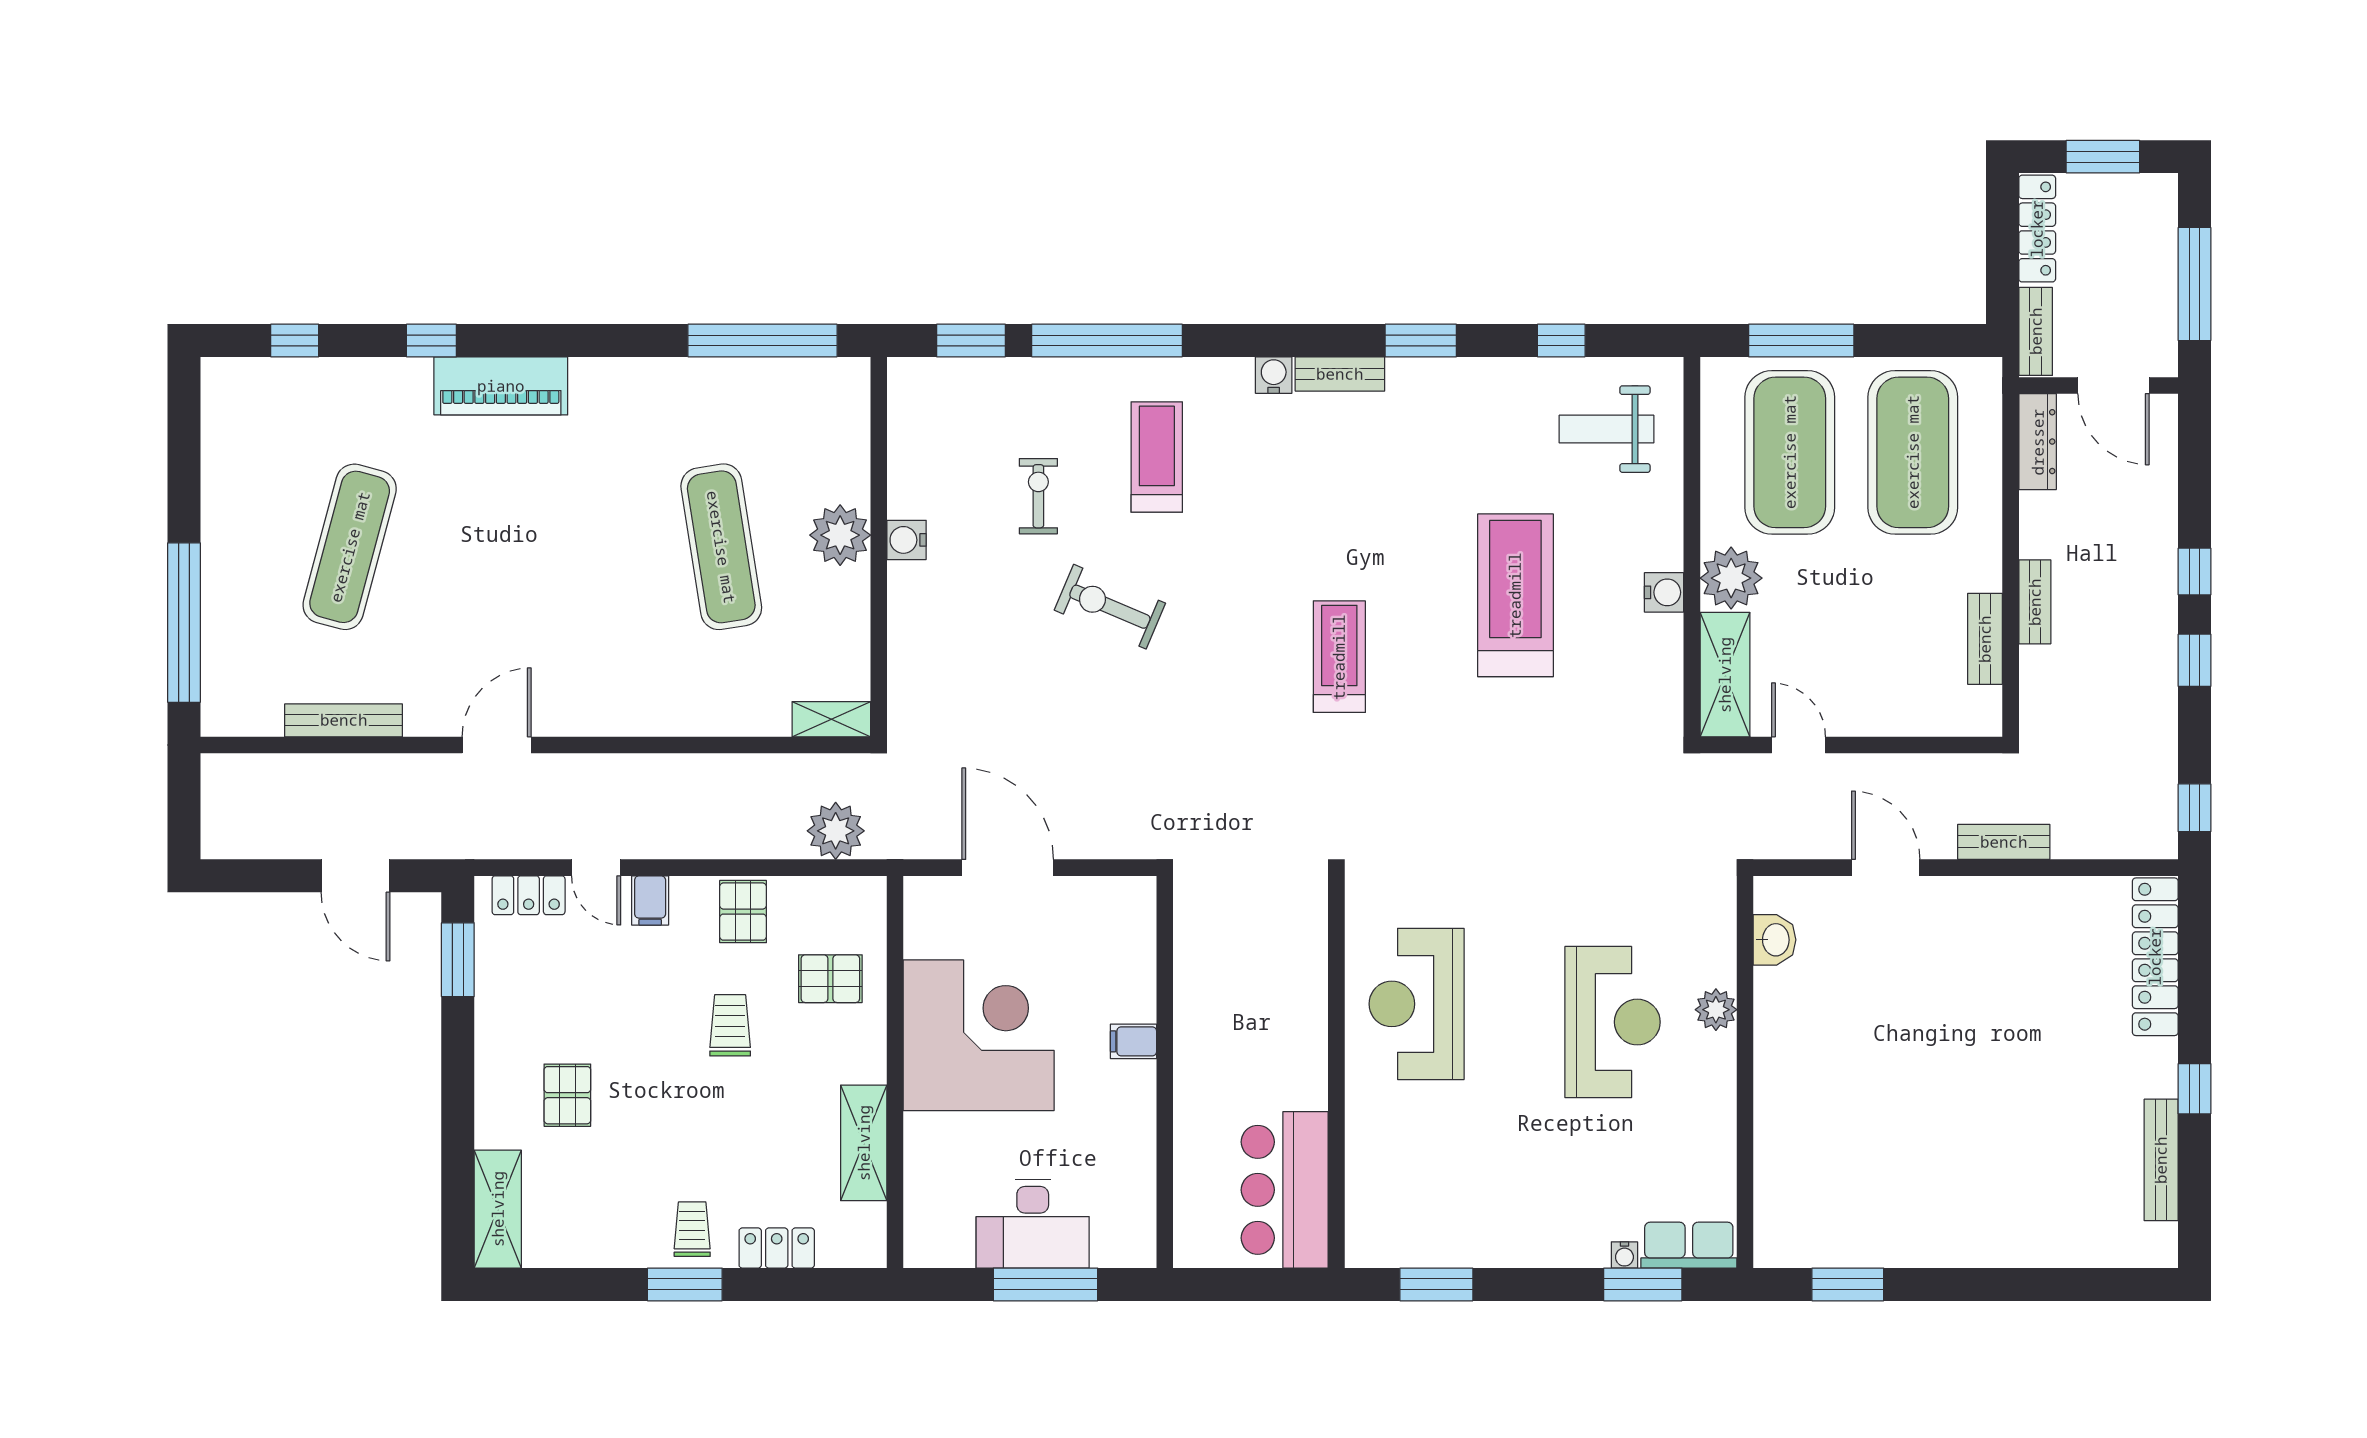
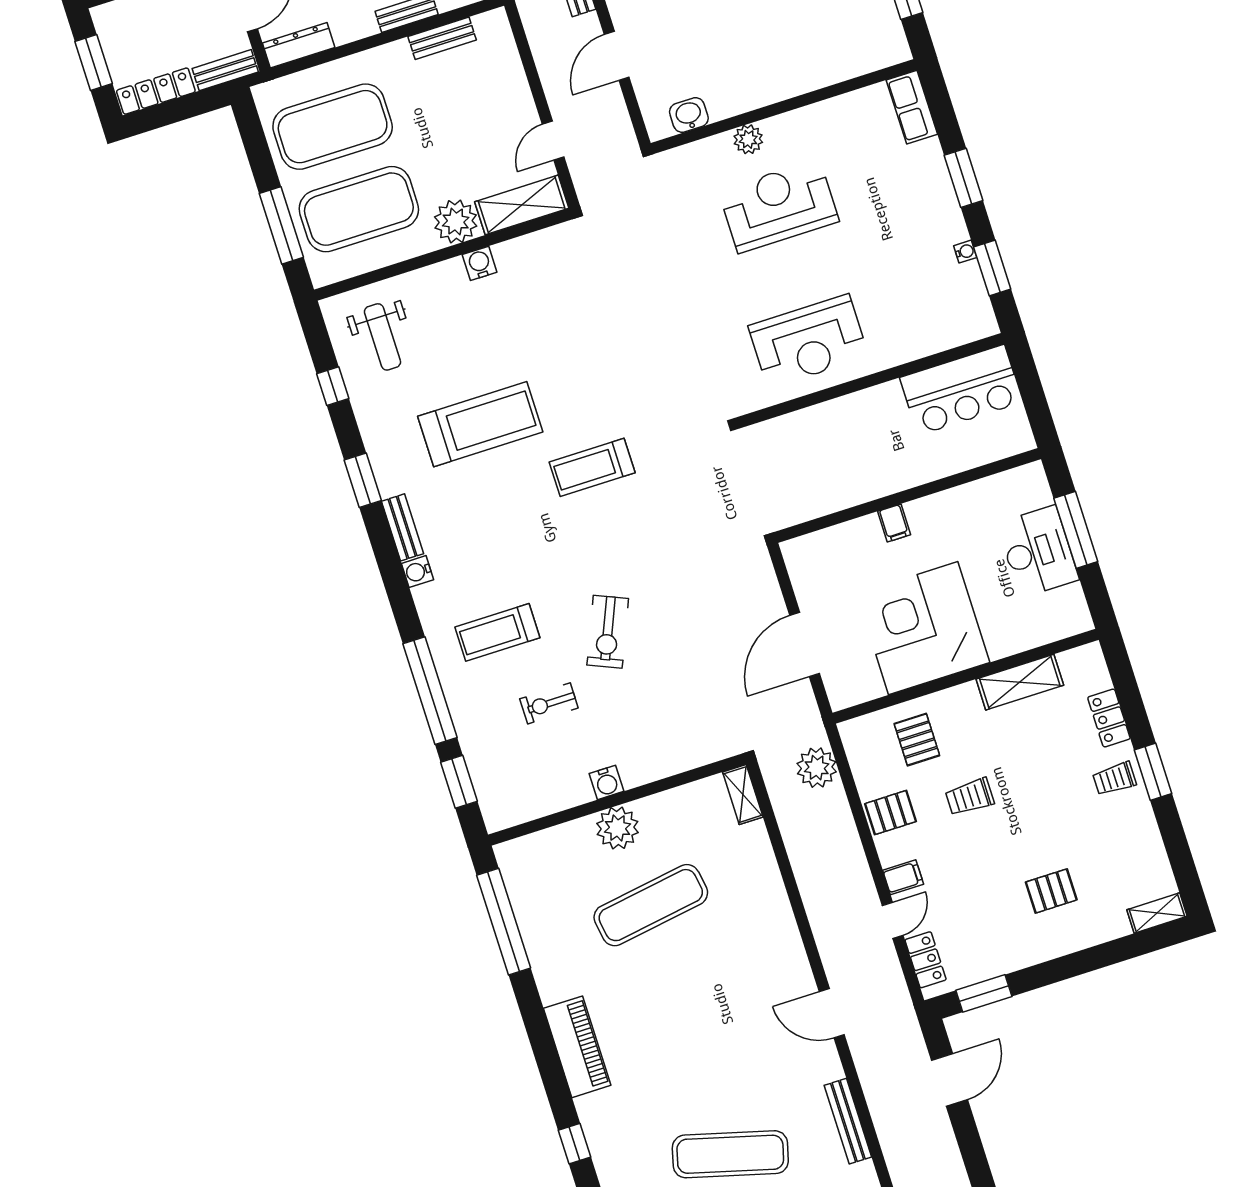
piano: (501, 386) -> (577, 1047), moved
treadmill: (1515, 595) -> (480, 424), moved, turned 180
shelving: (498, 1209) -> (1157, 913), width x0.67, depth x0.75
water cooler: (1624, 1255) -> (965, 252), moved
window: (1643, 1284) -> (963, 178), moved

